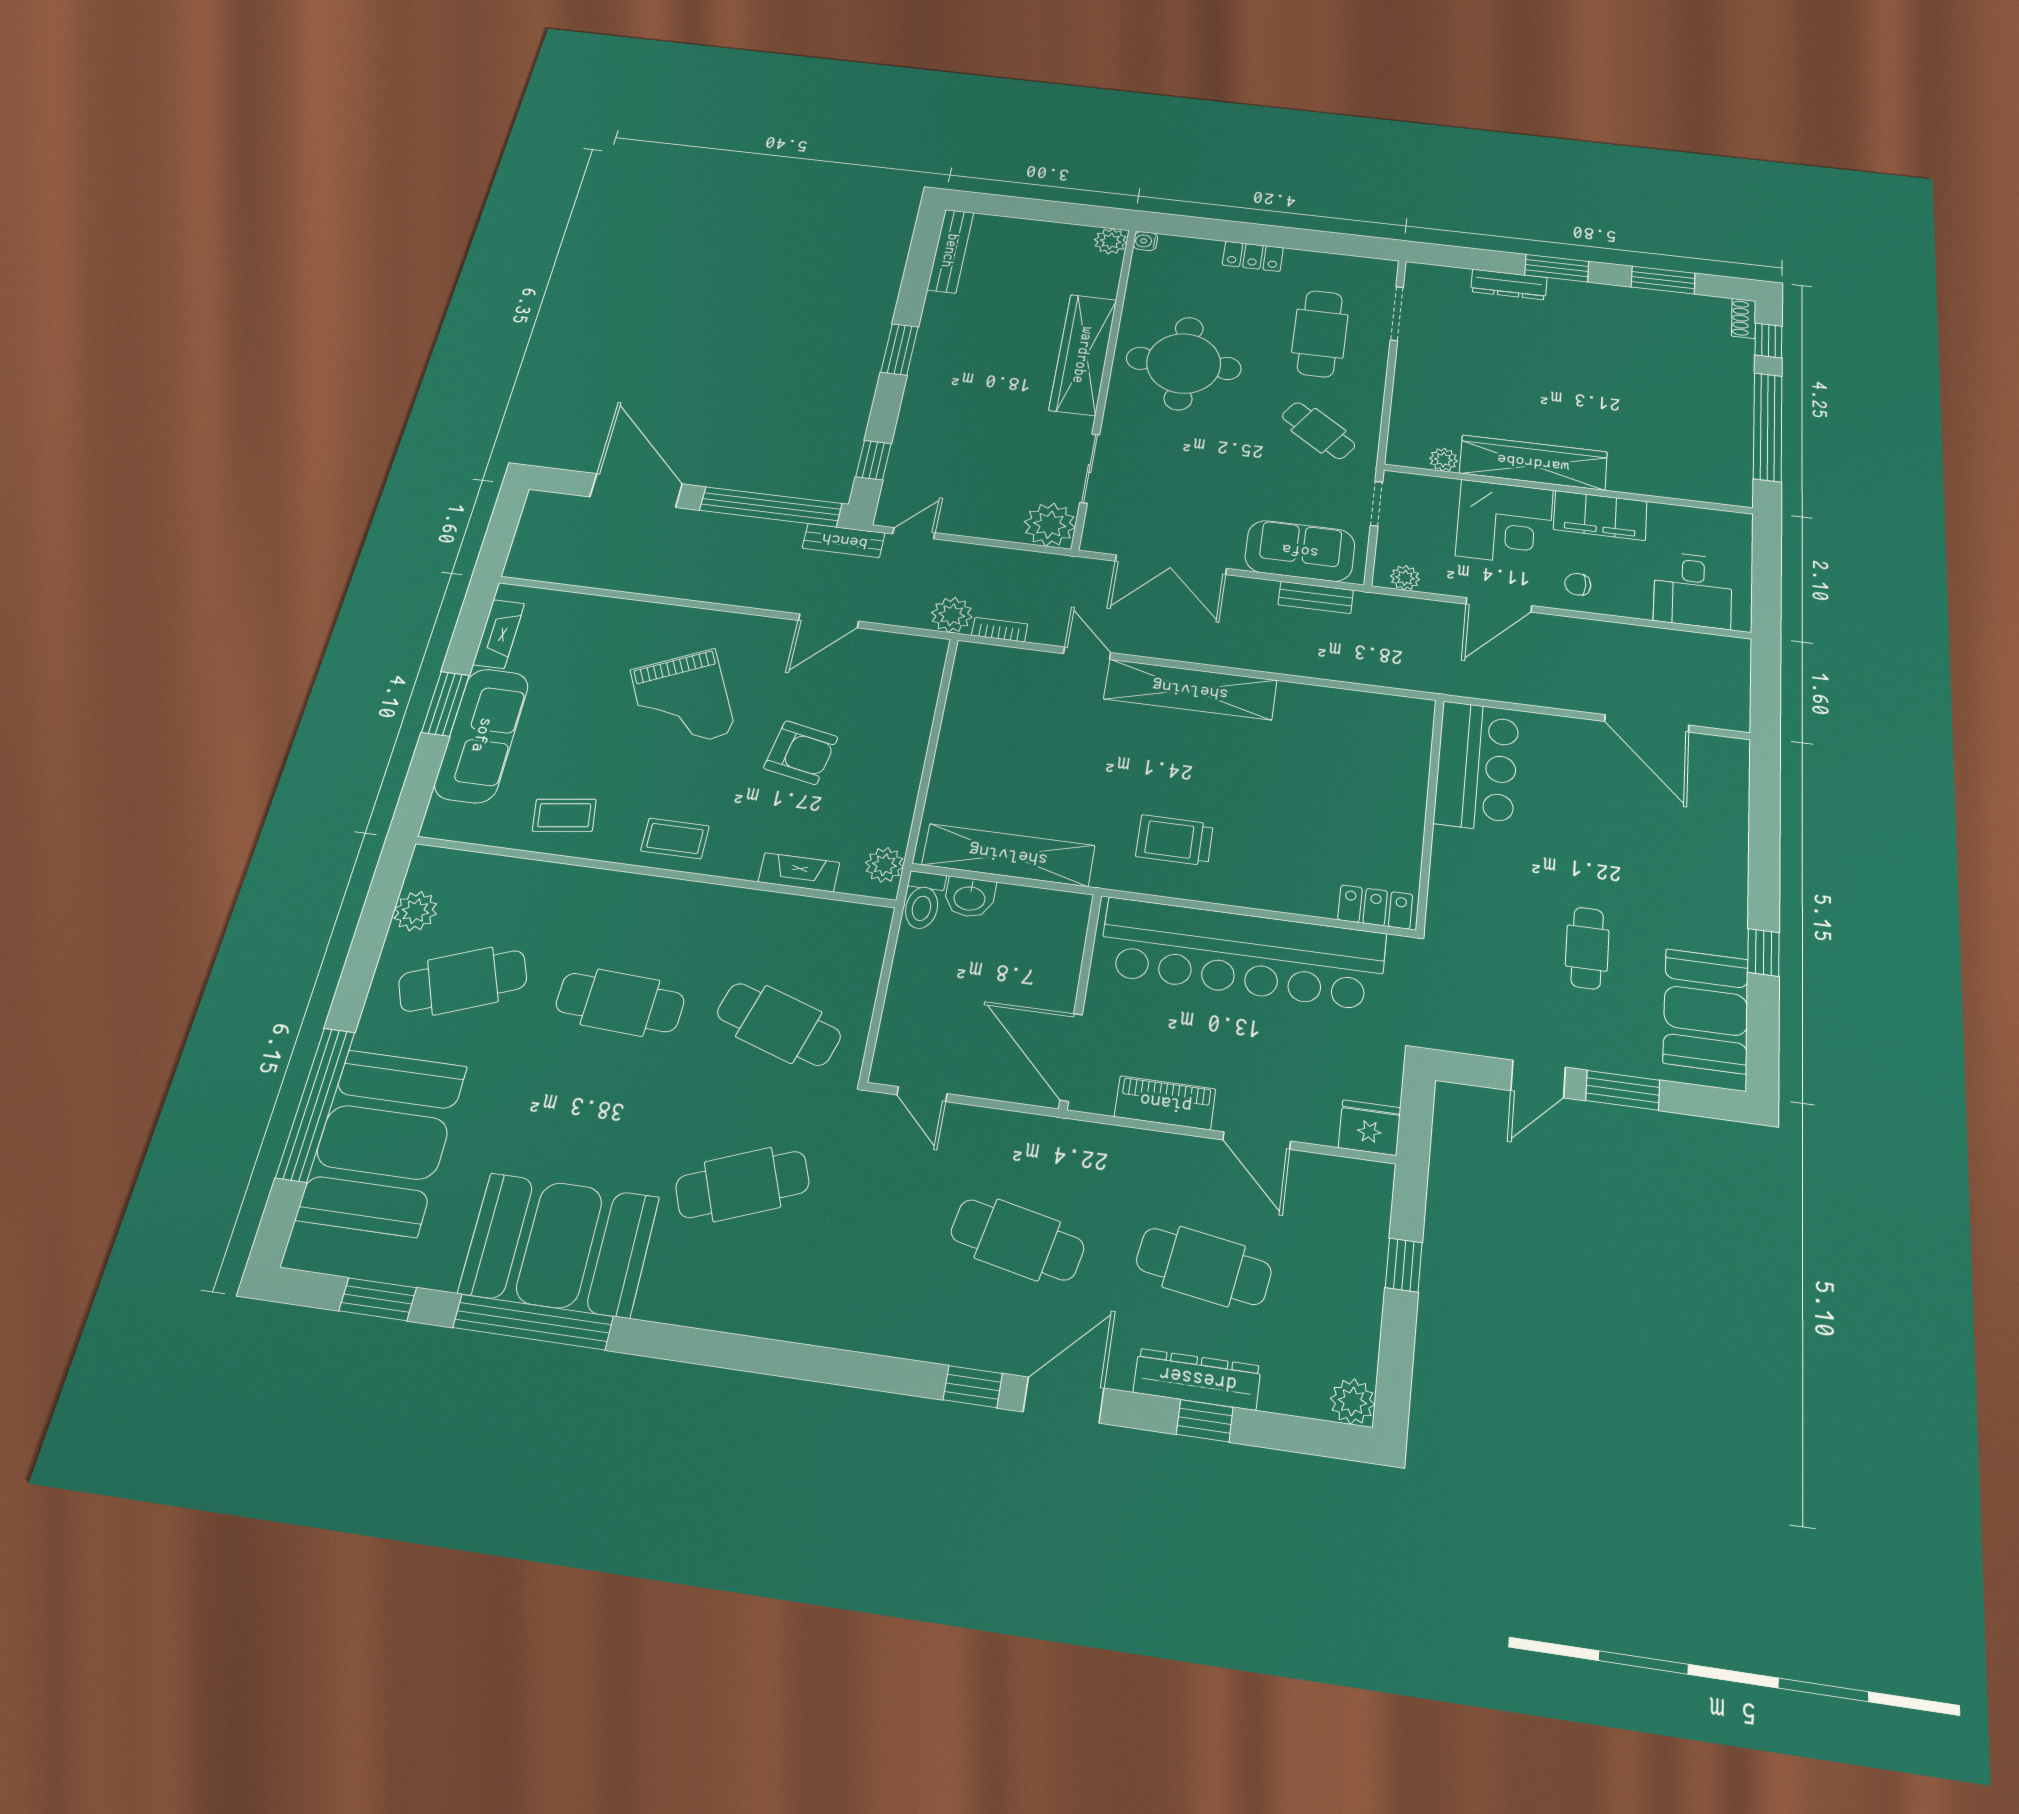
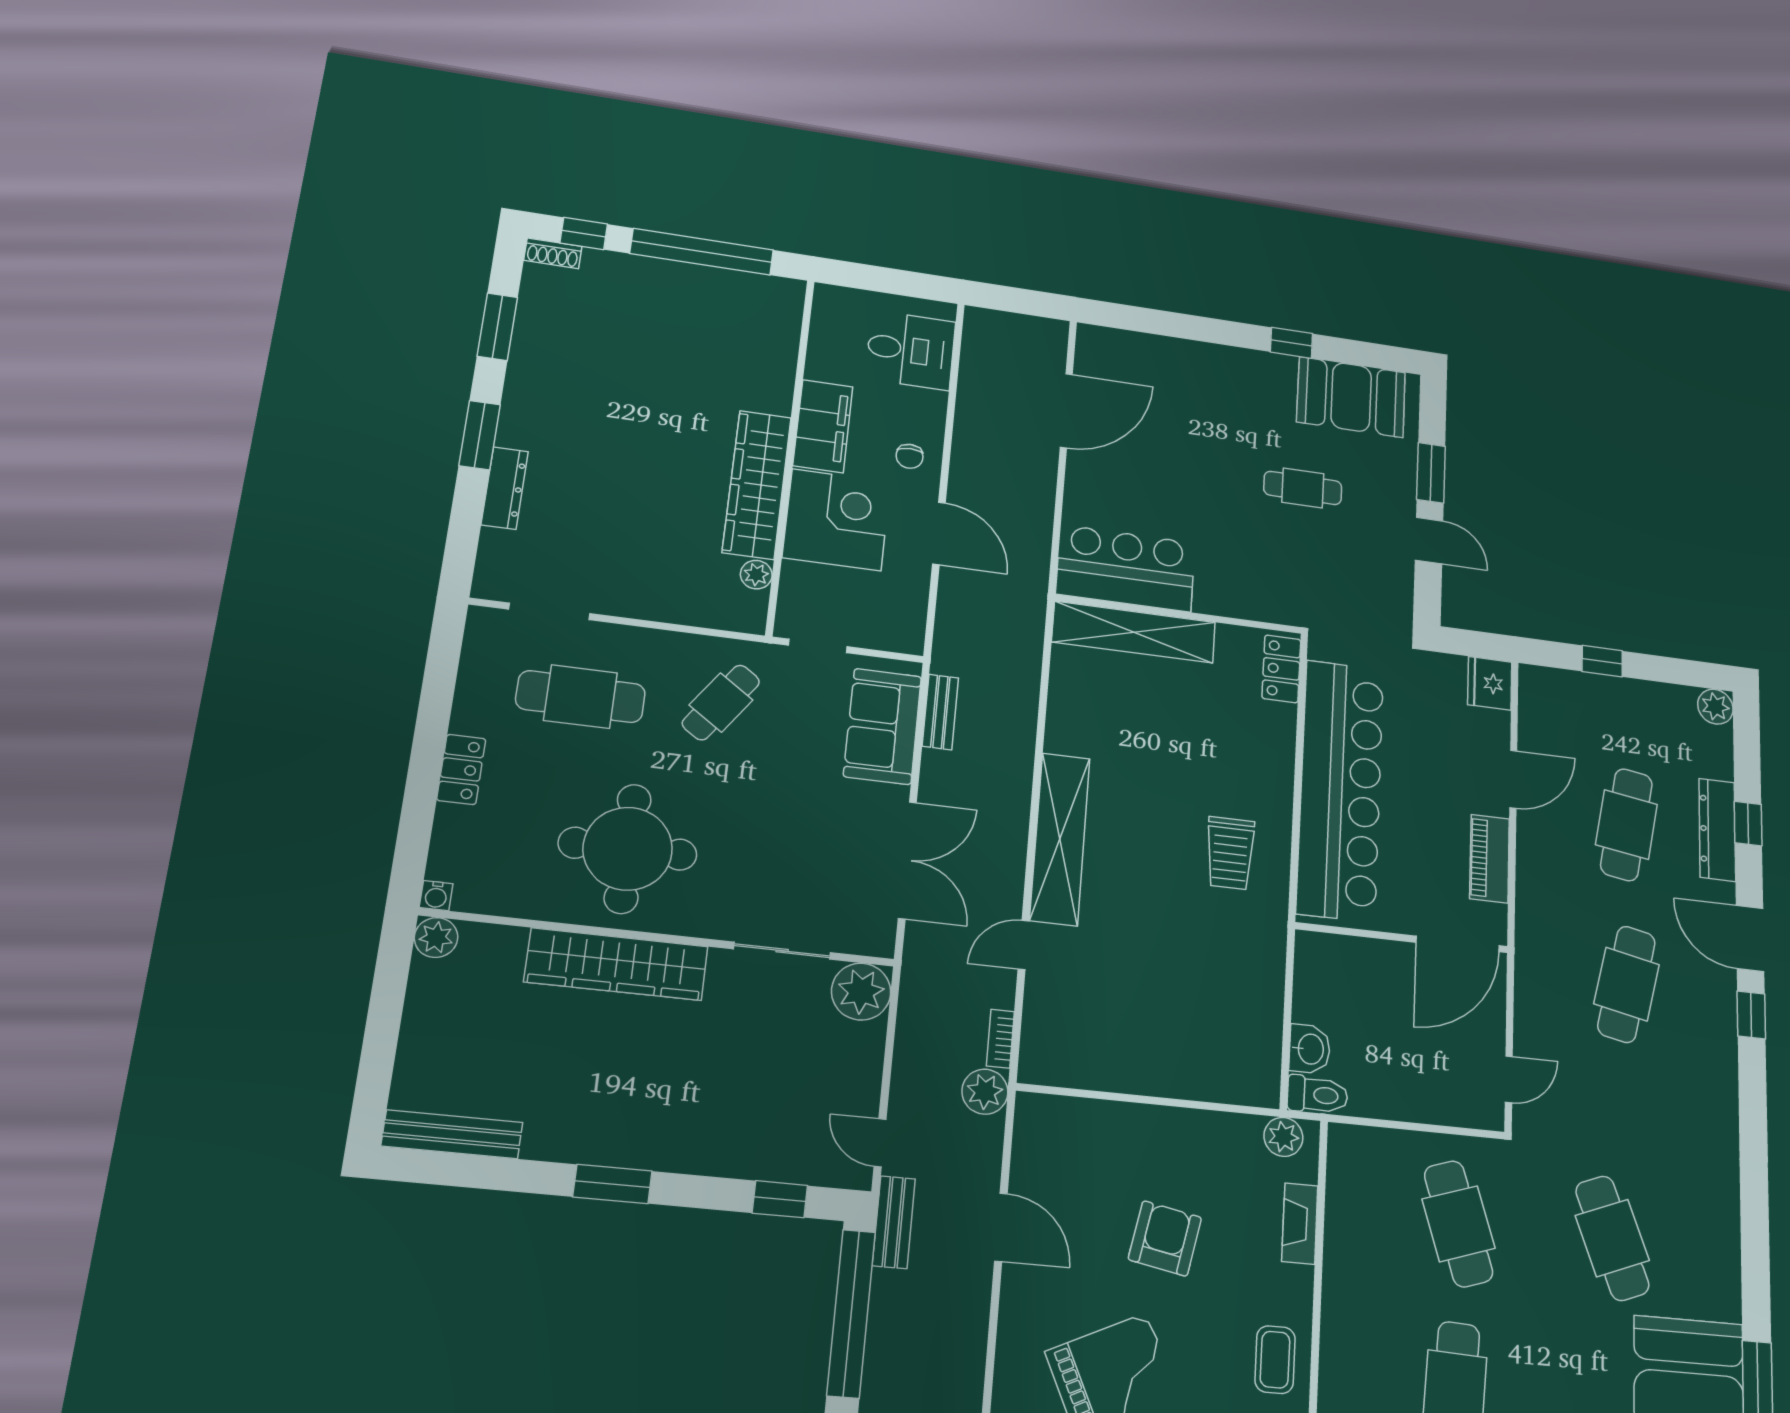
plant: (1405, 578) -> (911, 622), removed
shelving: (1008, 855) -> (1134, 632), moved, turned 90
cafe table: (779, 1024) -> (1458, 1224), turned -36

